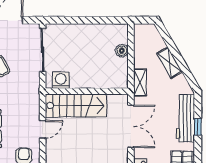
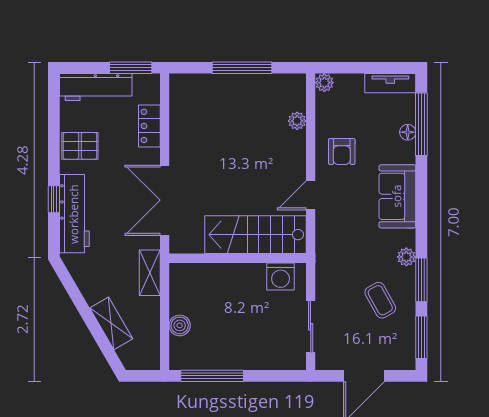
window: (102, 20) -> (212, 376), added
sliding door: (43, 50) -> (311, 327), width x0.73
shelving: (169, 63) -> (111, 323), moved

